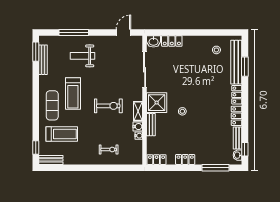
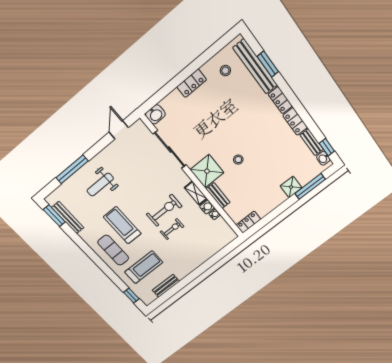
locker: (172, 41) -> (192, 83), moved
treadmill: (73, 93) -> (122, 225), turned 180
exercise bike: (109, 150) -> (172, 229), moved
shower: (203, 158) -> (291, 187), added
locker: (185, 159) -> (275, 201), removed
bench: (51, 160) -> (166, 286), moved

